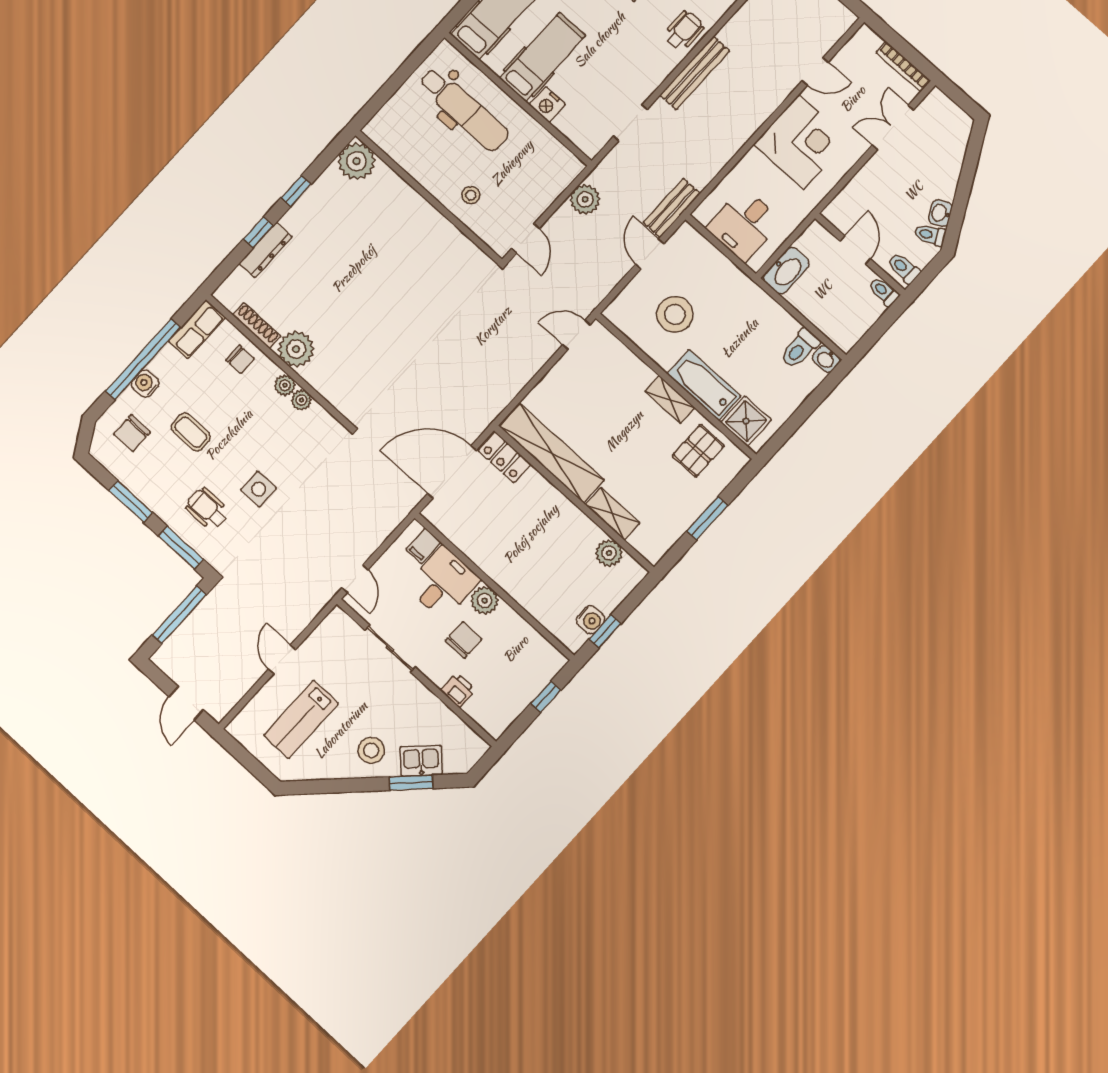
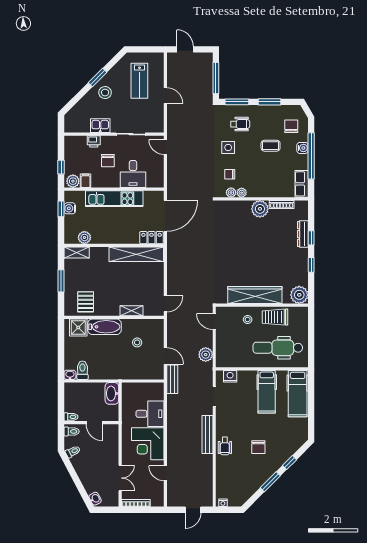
door: (815, 71) -> (165, 473), hinge flipped
nightstand: (547, 105) -> (230, 376), moved
trolley: (425, 160) -> (275, 317), added
washbasin: (940, 213) -> (95, 499), moved
wardrobe: (425, 223) -> (255, 295), added
desk: (744, 224) -> (150, 414), moved, turned 90
stool: (675, 314) -> (137, 342), width x0.53, depth x0.53
chair: (240, 359) -> (230, 174), moved
plant: (285, 385) -> (231, 192), moved
shelving: (670, 400) -> (132, 311), moved
shelving: (613, 514) -> (77, 252), moved
filing cabinet: (423, 546) -> (86, 181), moved
kitchen unit: (507, 571) -> (114, 199), added
plant: (485, 601) -> (73, 181), moved
lab bench: (301, 719) -> (139, 81), turned 180
kitchen sink: (421, 761) -> (100, 126), moved, turned -135
window: (411, 783) -> (97, 78), moved

